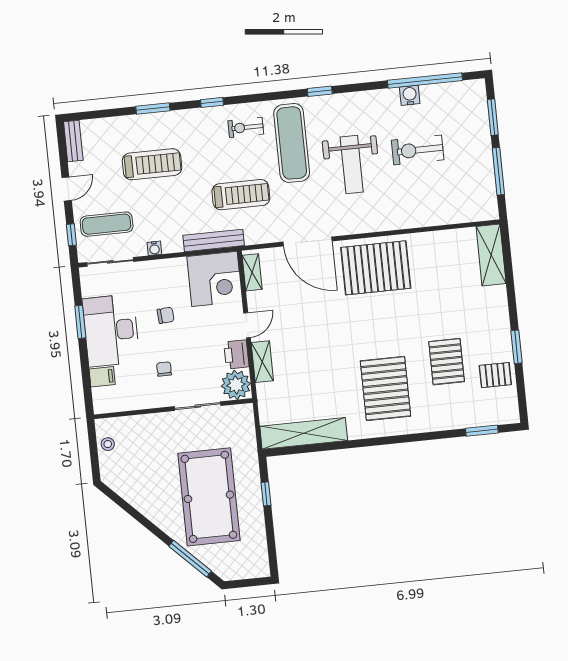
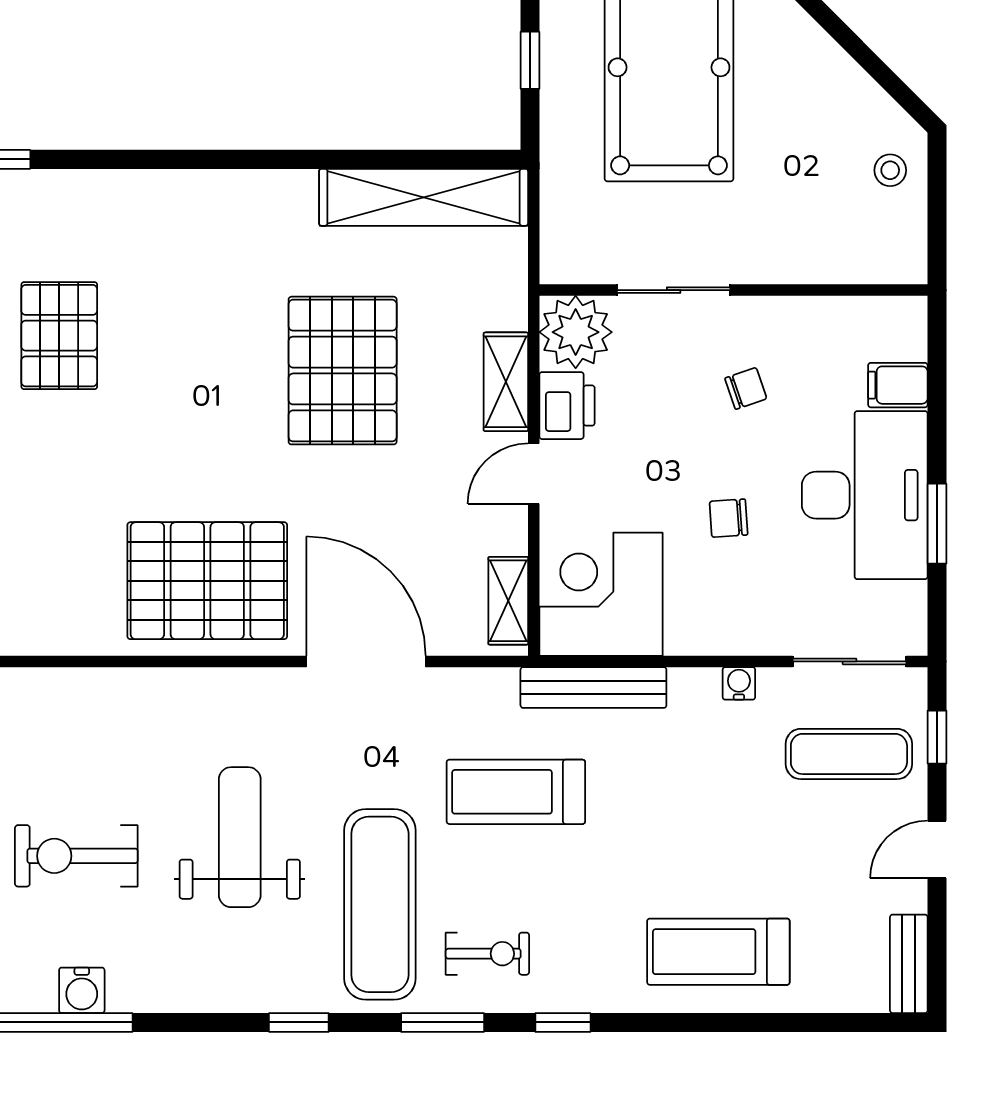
window: (153, 109) -> (443, 1022), moved
exercise bike: (418, 150) -> (76, 856), turned 180
treadmill: (152, 164) -> (718, 952), moved
chair: (164, 369) -> (746, 388), turned -109
pallet: (385, 388) -> (343, 371), moved
stool: (108, 444) -> (890, 170), moved

